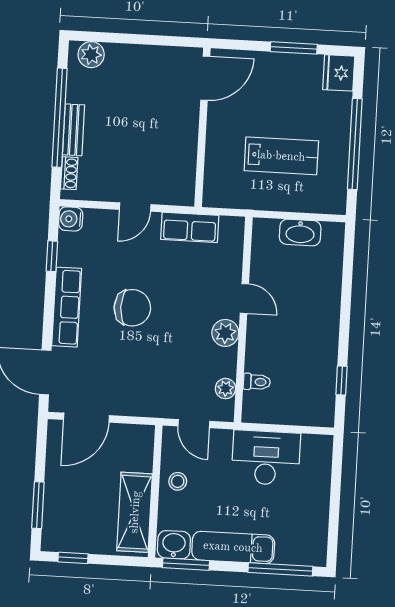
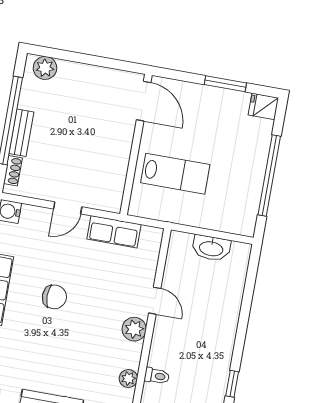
fridge: (339, 73) -> (263, 106), width x0.72
door: (205, 78) -> (144, 101), hinge flipped
lab bench: (281, 156) -> (175, 174), moved
chair: (132, 308) -> (54, 297), width x0.73, depth x0.73

